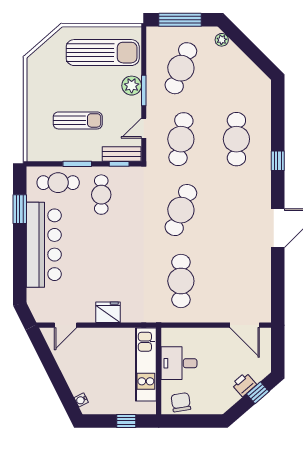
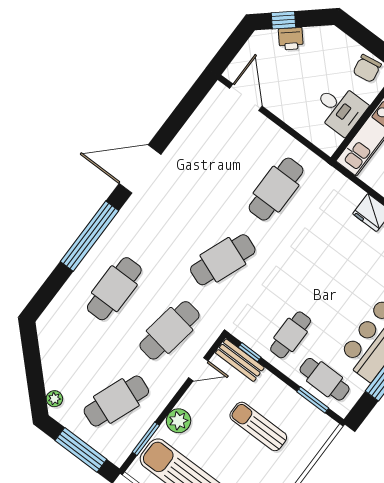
window: (144, 91) -> (146, 439), moved
window: (278, 161) -> (89, 236), width x3.17
window: (77, 164) -> (313, 400), moved

